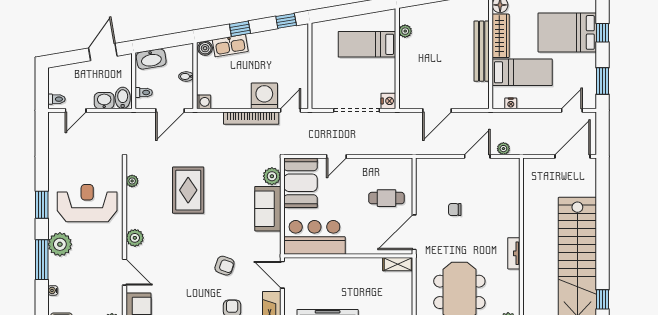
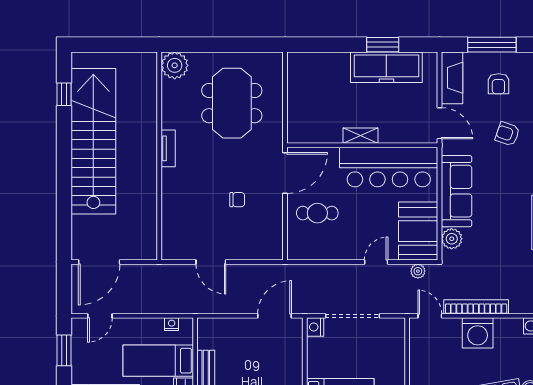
washing machine: (264, 96) -> (478, 333), moved
door: (291, 110) -> (430, 316), swing flipped
door: (437, 110) -> (275, 316), moved
plant: (503, 149) -> (418, 271), moved
door: (477, 156) -> (211, 262), hinge flipped
sofa: (268, 209) -> (456, 191), width x1.36
bar counter: (314, 237) -> (389, 167), width x1.36
shelving: (398, 264) -> (360, 136), moved

